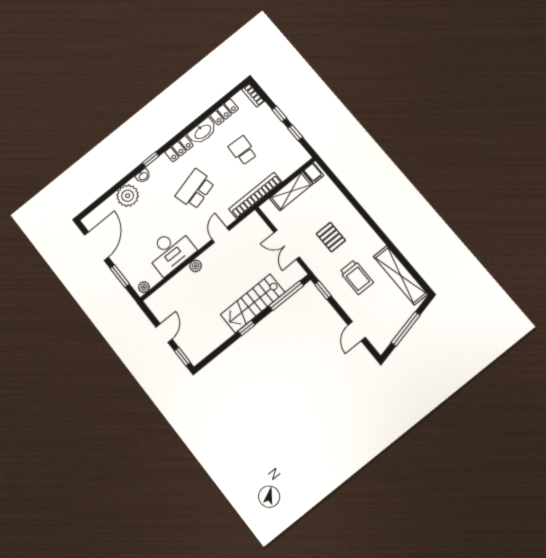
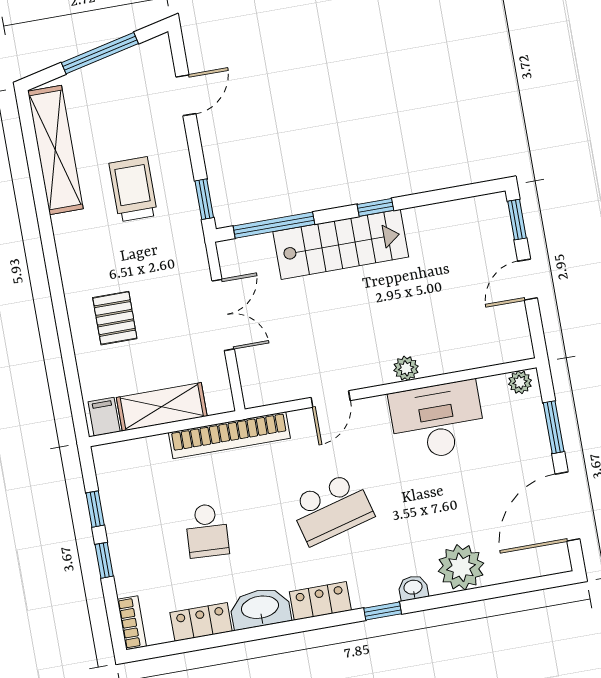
pallet: (331, 237) -> (115, 318), moved

